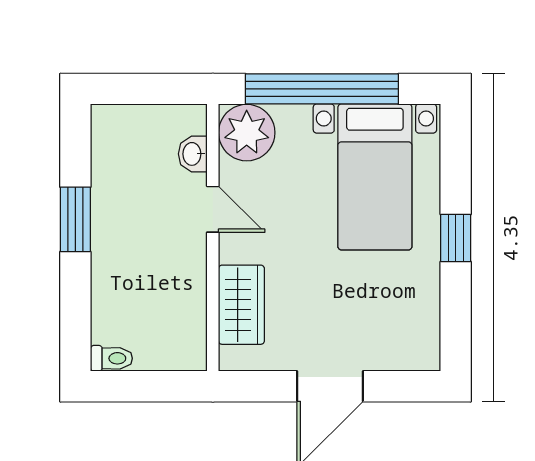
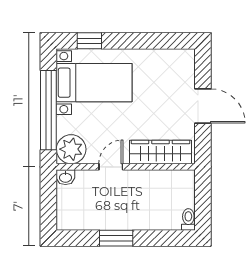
washbasin: (193, 154) -> (65, 177), moved
window: (456, 238) -> (89, 41), moved
wardrobe: (241, 305) -> (160, 152), width x1.50

